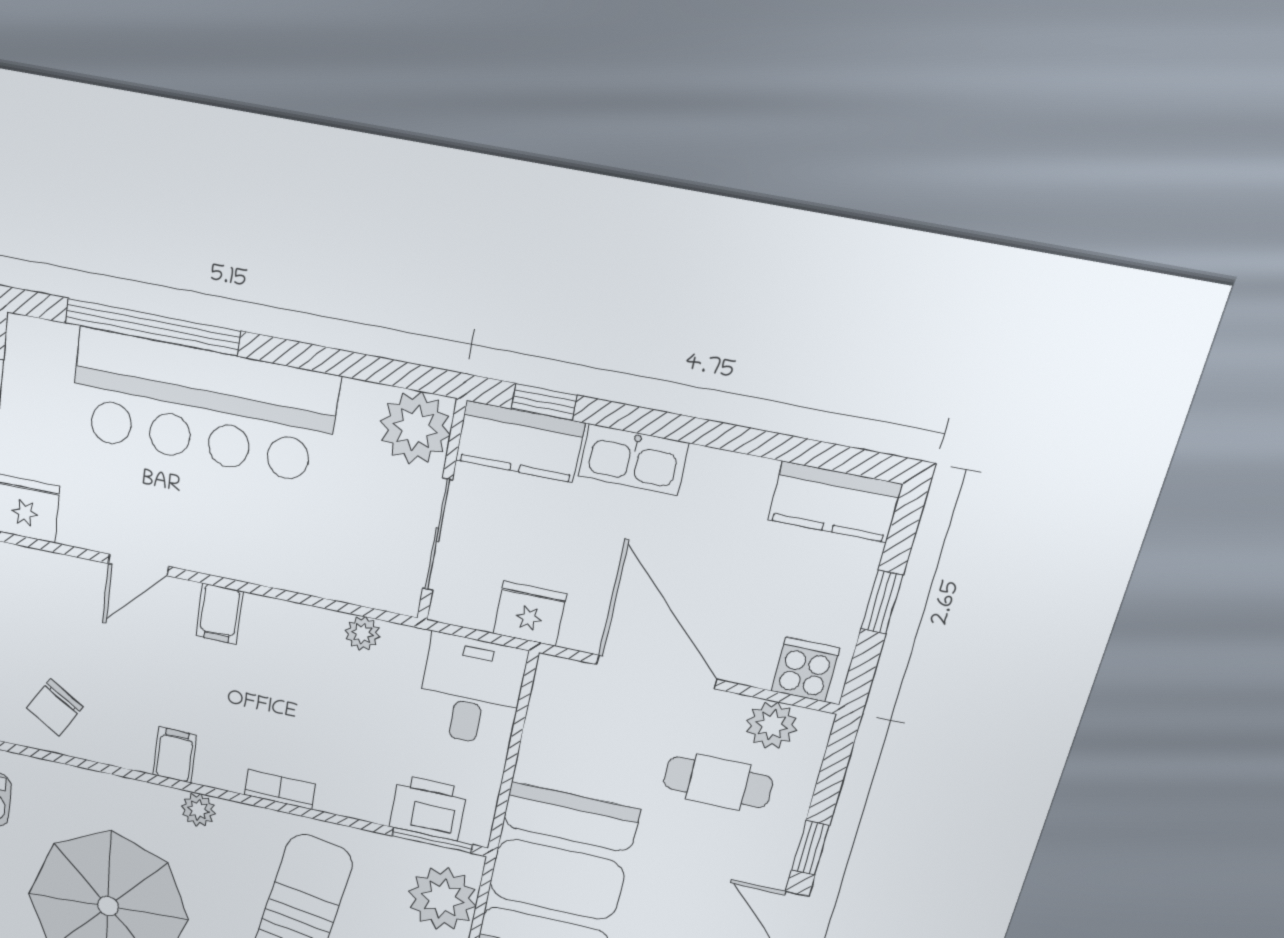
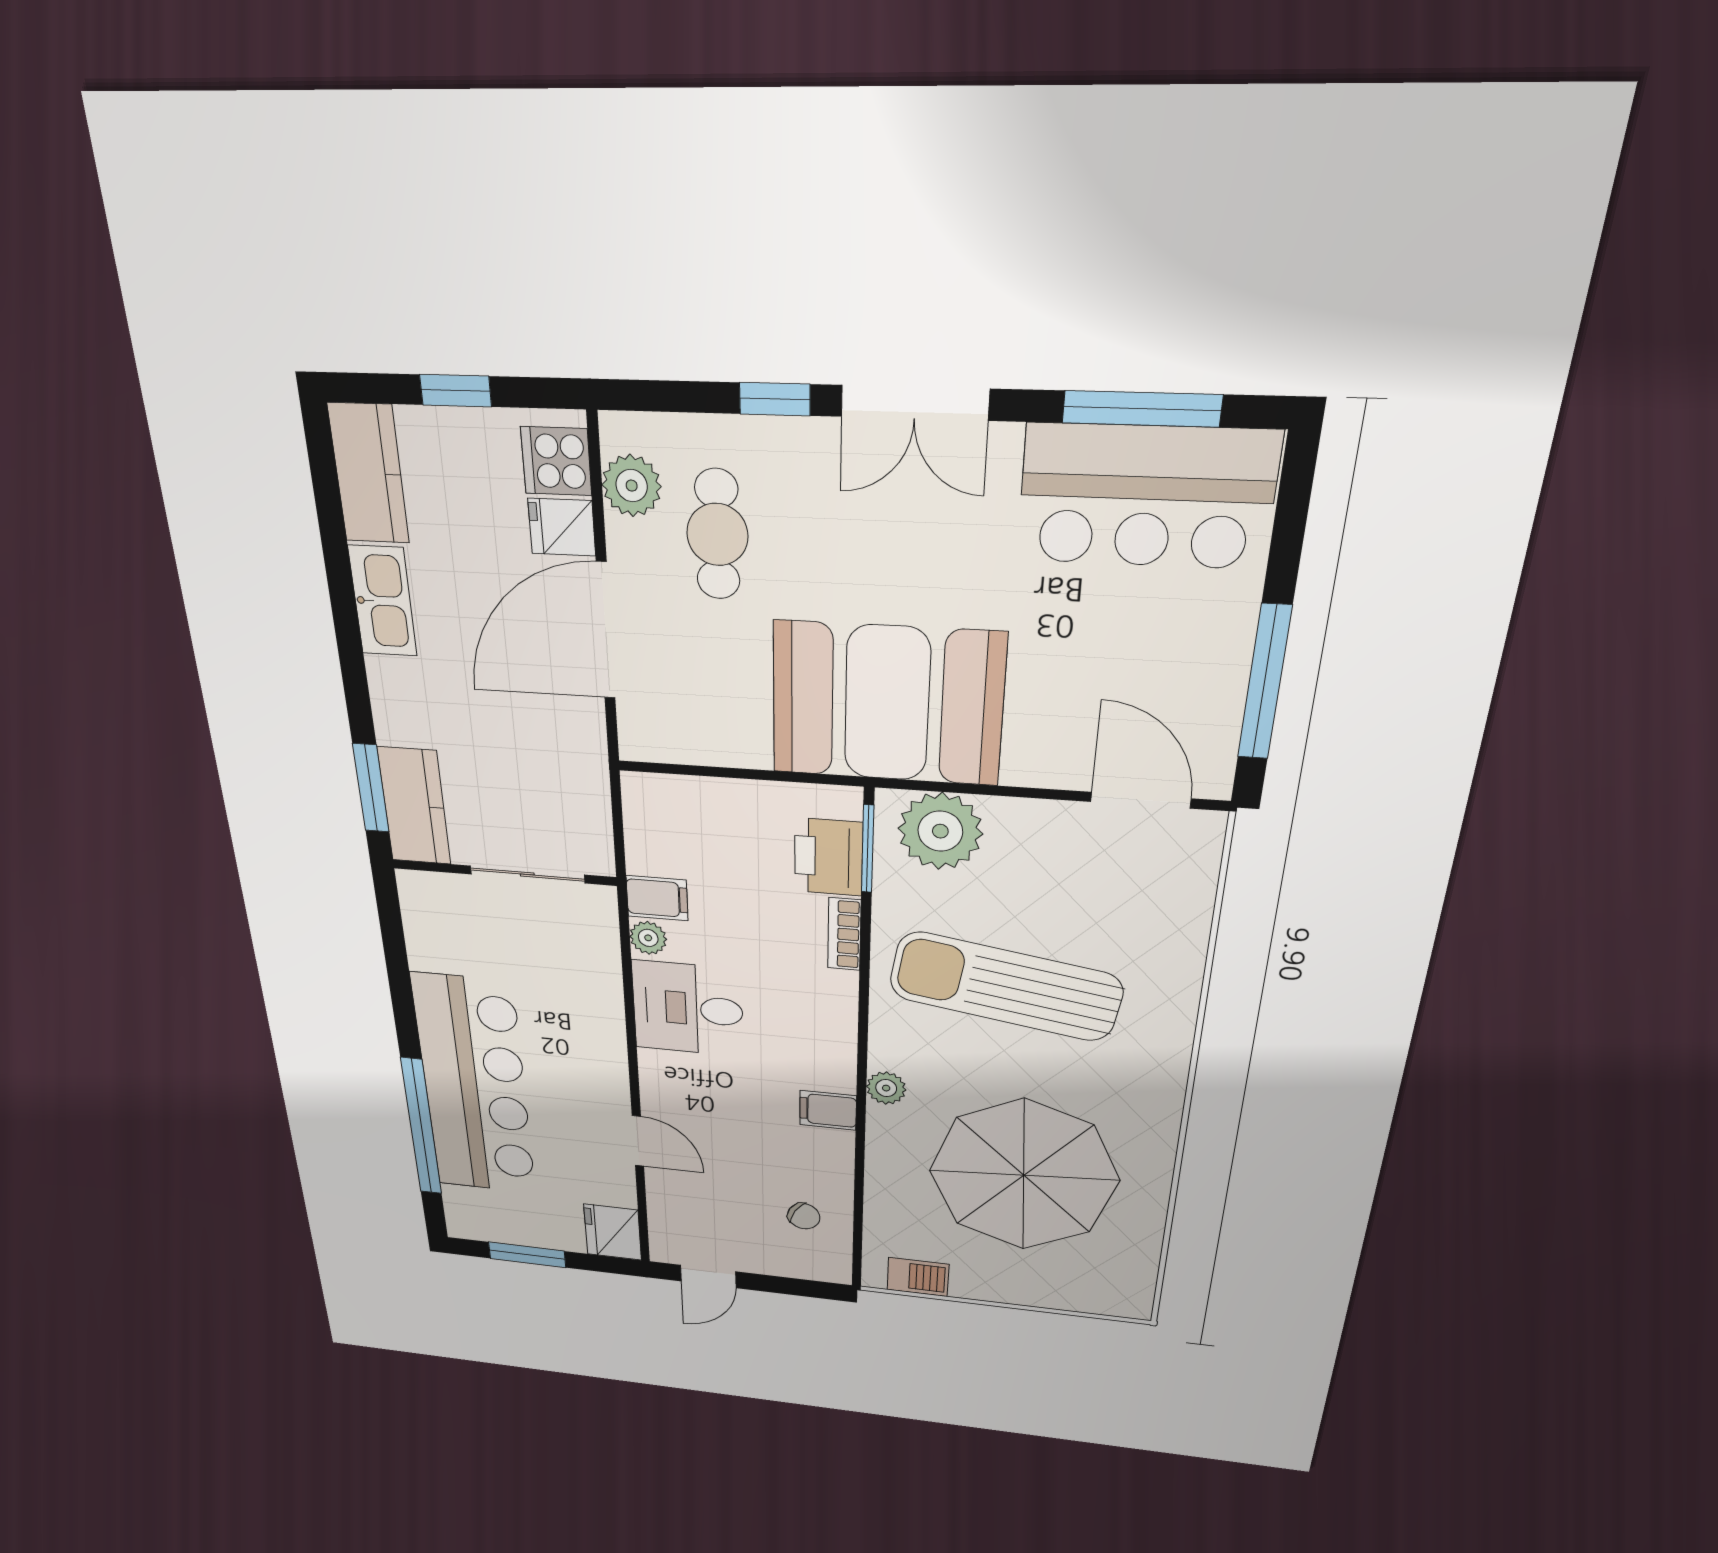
window: (544, 402) -> (371, 788), width x1.50
plant: (415, 428) -> (433, 904), removed
kitchen sink: (633, 460) -> (383, 601), moved
filing cabinet: (219, 614) -> (657, 898), moved
fridge: (530, 614) -> (562, 527), moved, width x0.72
desk: (471, 691) -> (688, 1009), moved
chair: (55, 708) -> (804, 1216), width x0.73, depth x0.73
bookcase: (280, 789) -> (844, 934), moved

